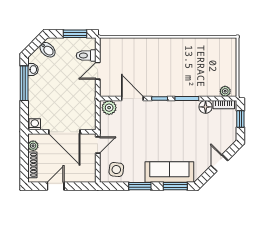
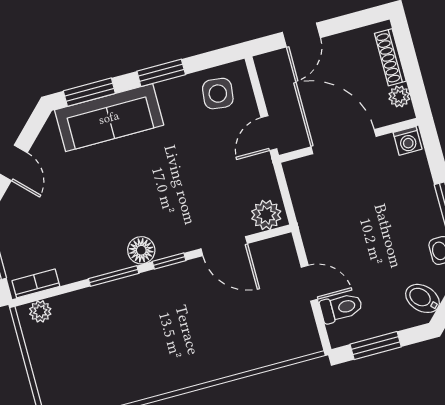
door: (98, 71) -> (309, 283), hinge flipped
floor lamp: (206, 107) -> (141, 250), moved
door: (56, 186) -> (301, 35), moved

